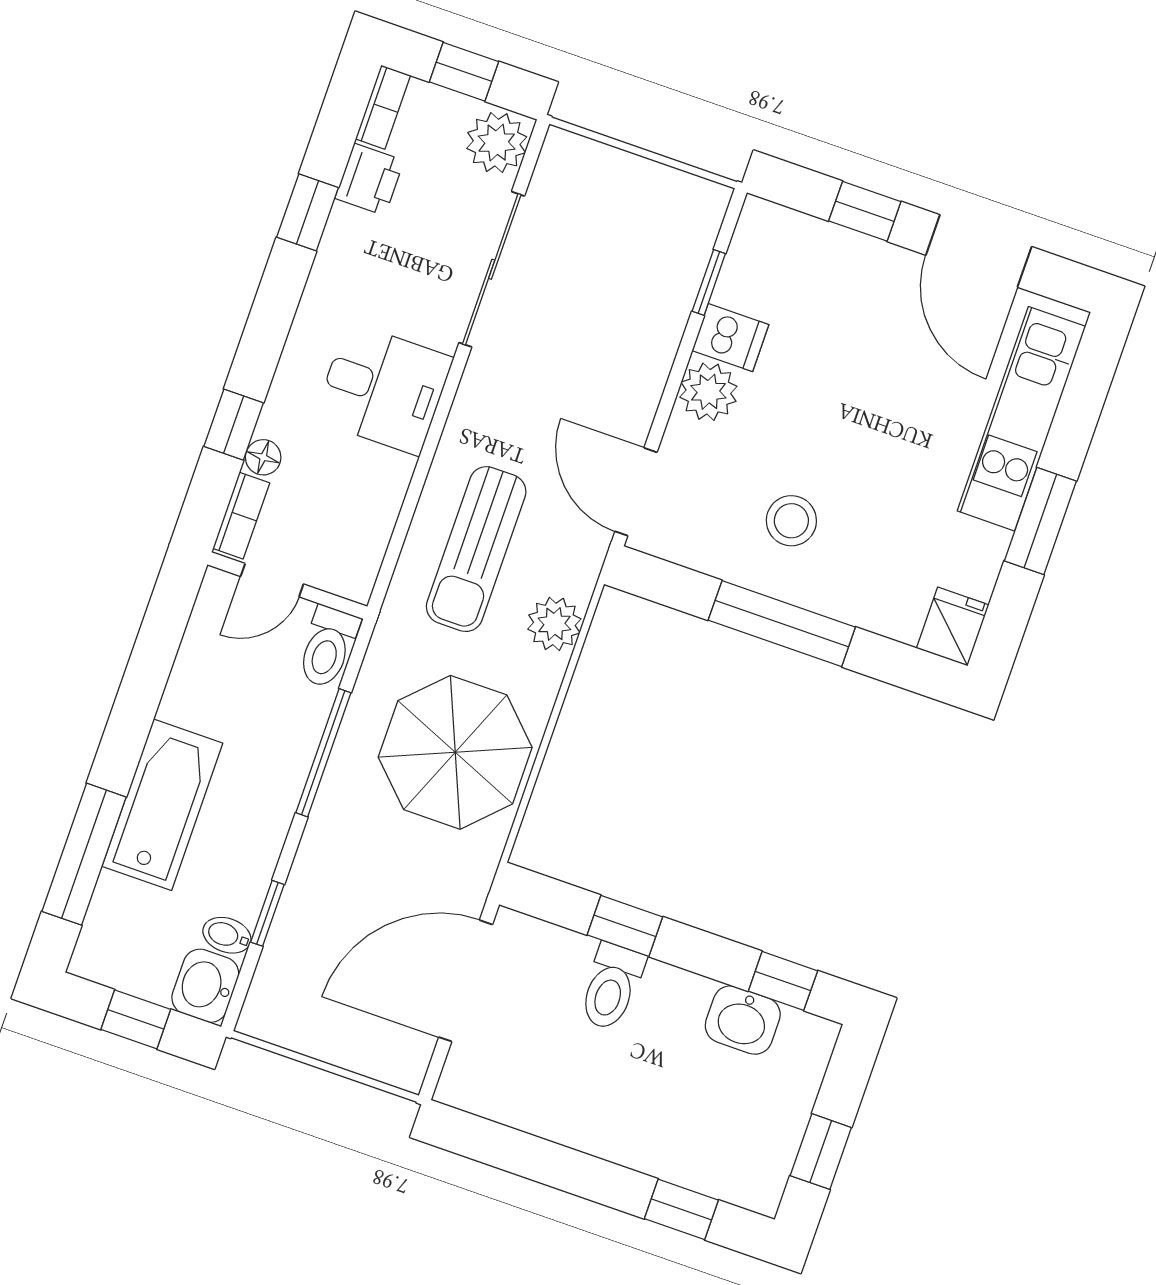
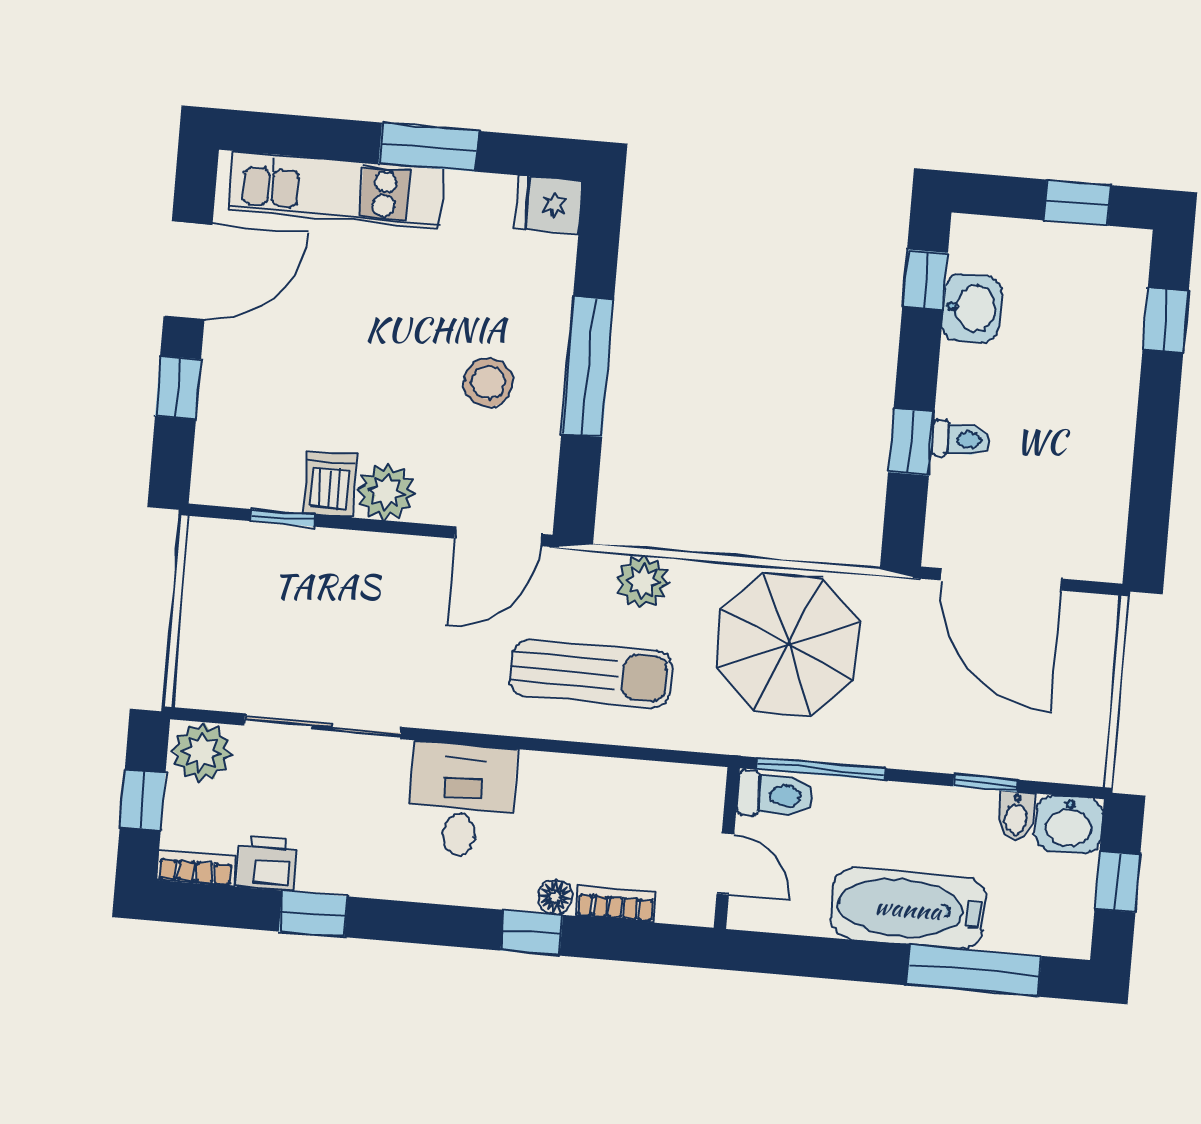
door: (272, 580) -> (725, 864), moved
wall: (287, 586) -> (727, 848), moved
toilet: (328, 647) -> (775, 795), moved
toilet: (611, 987) -> (961, 439), width x0.73, depth x0.72

